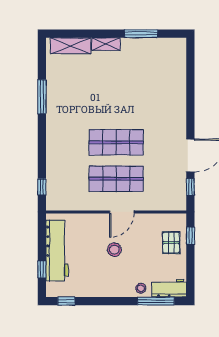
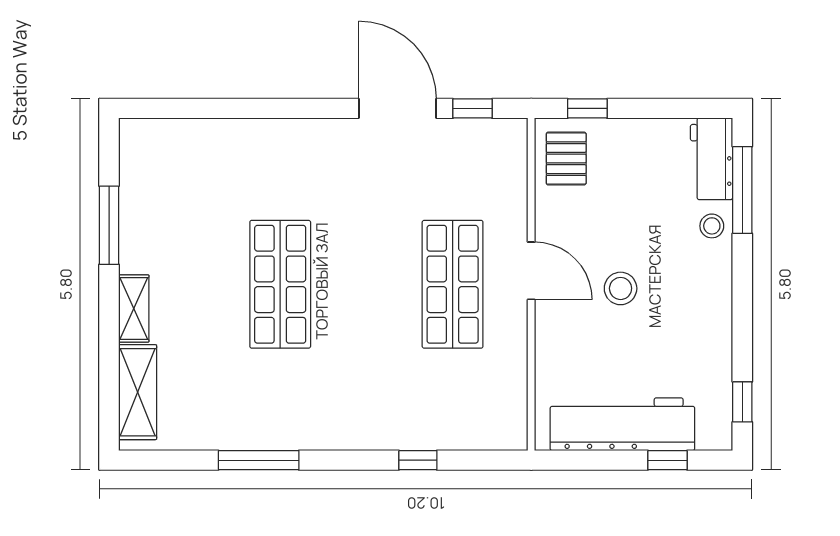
shop shelf: (116, 142) -> (280, 284), moved
window: (42, 187) -> (418, 460), moved
pallet: (171, 243) -> (566, 159), moved, turned 90

